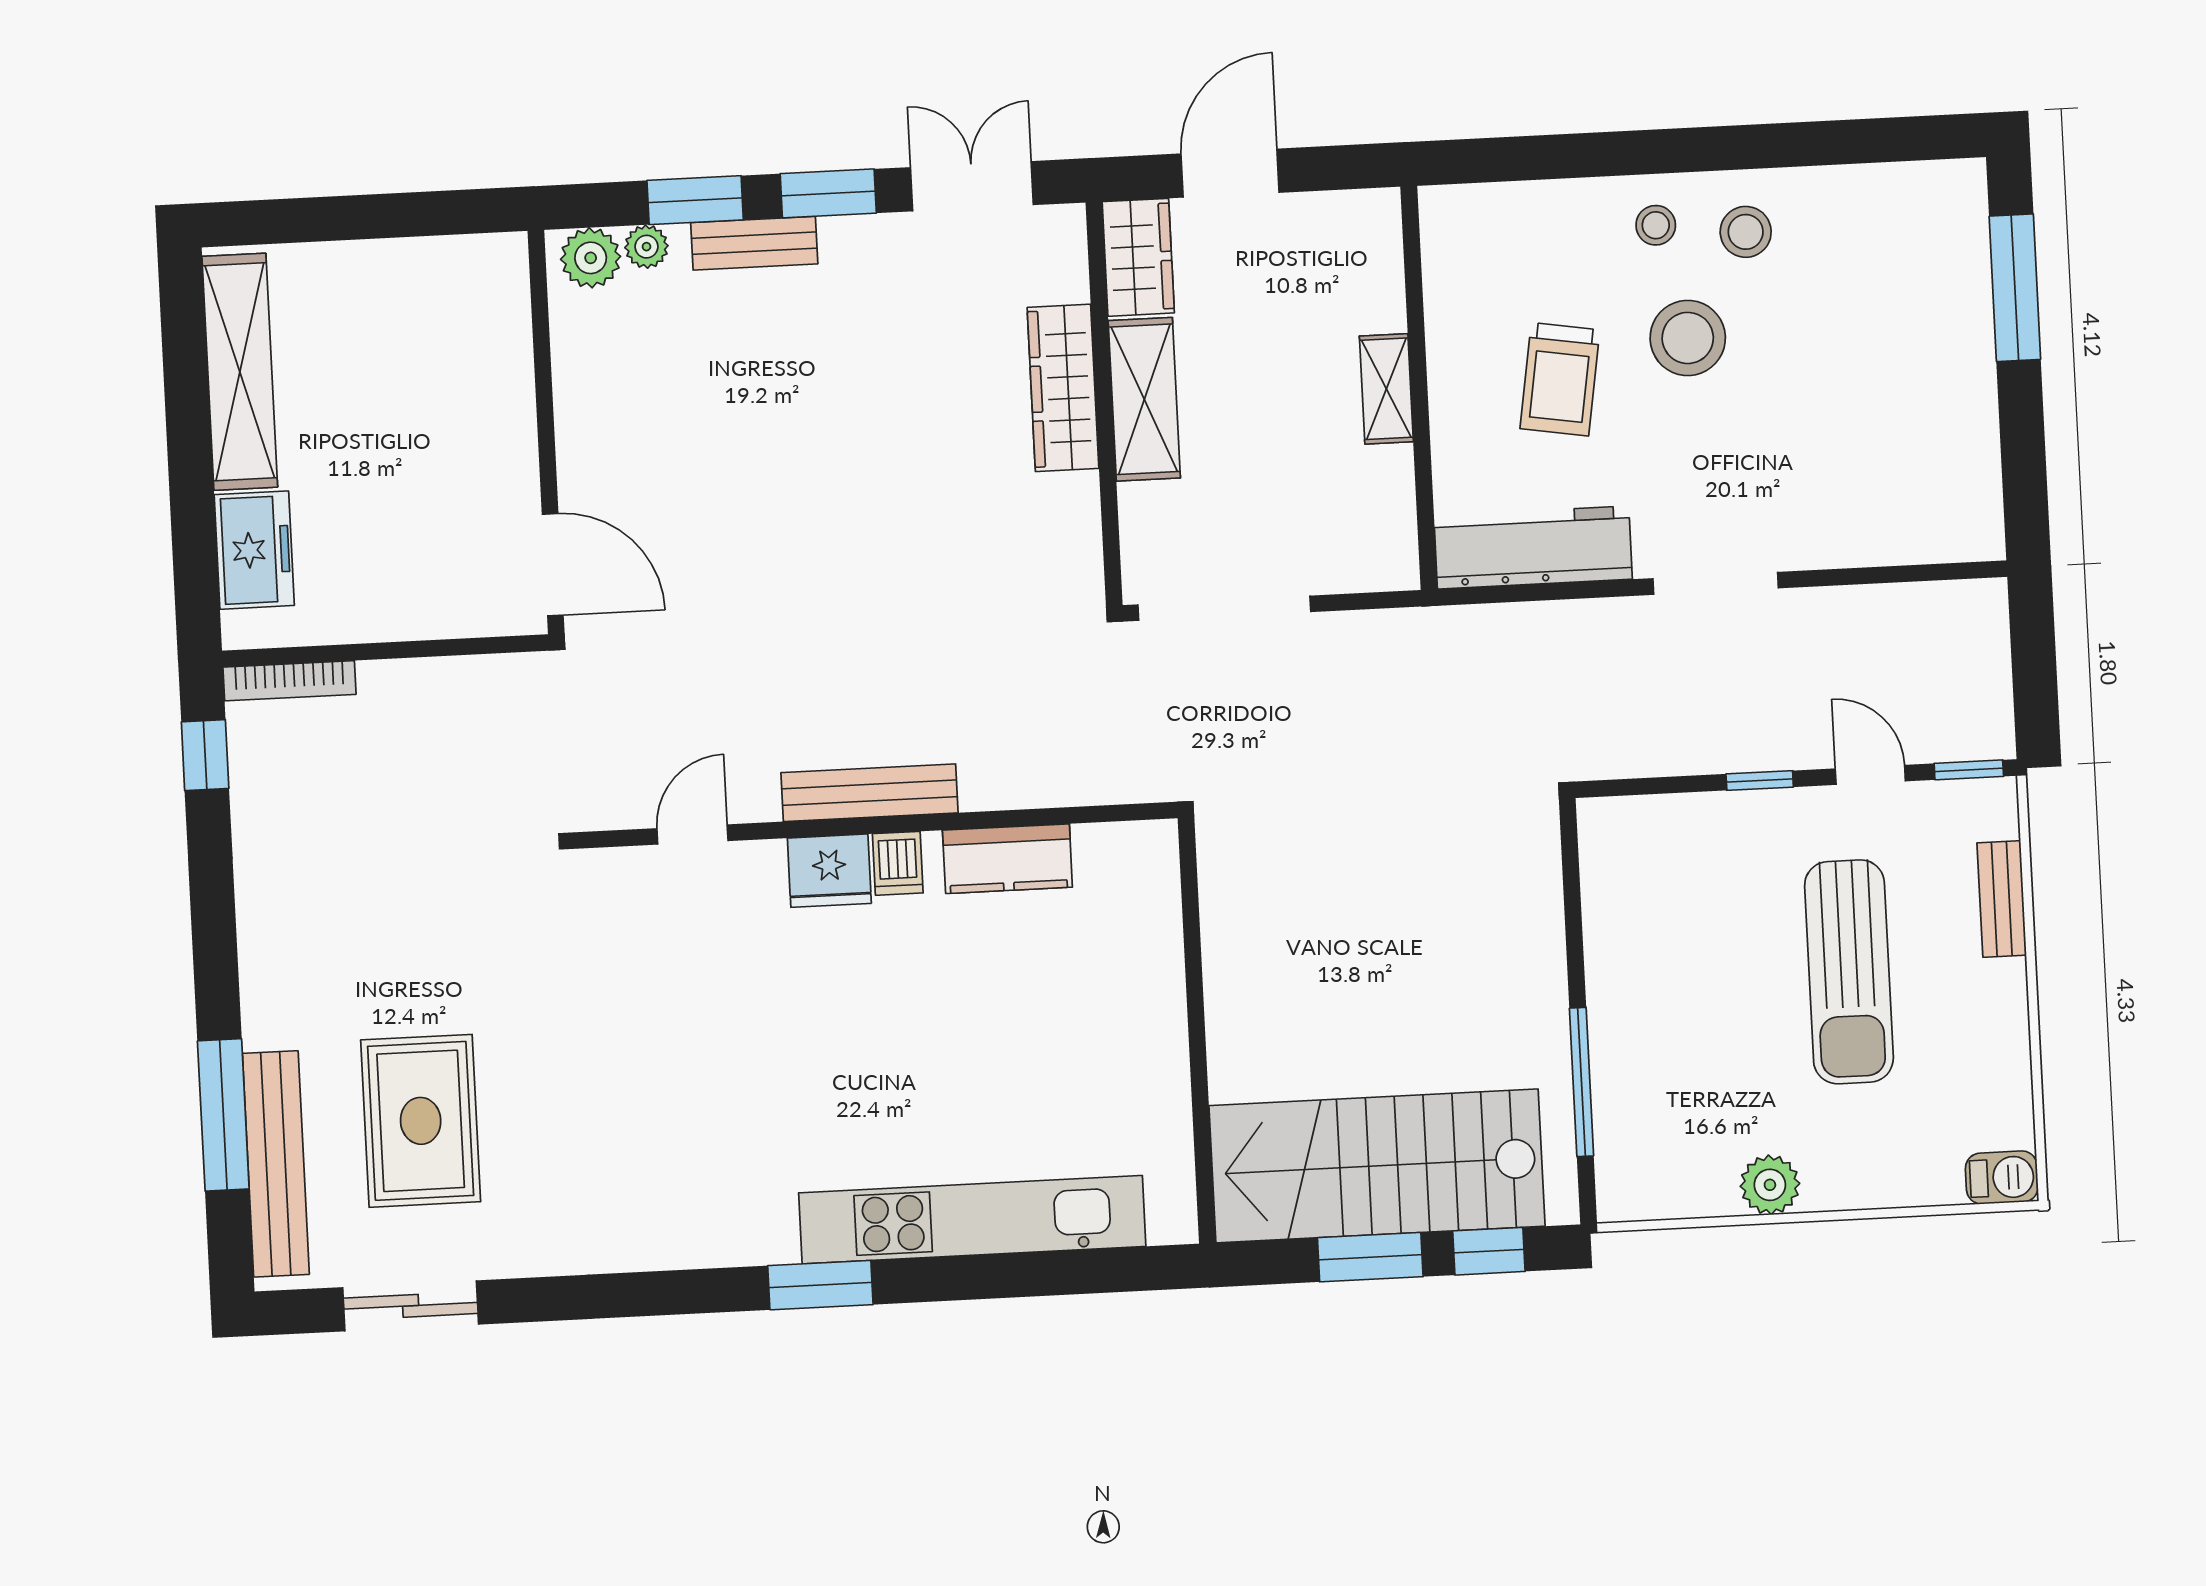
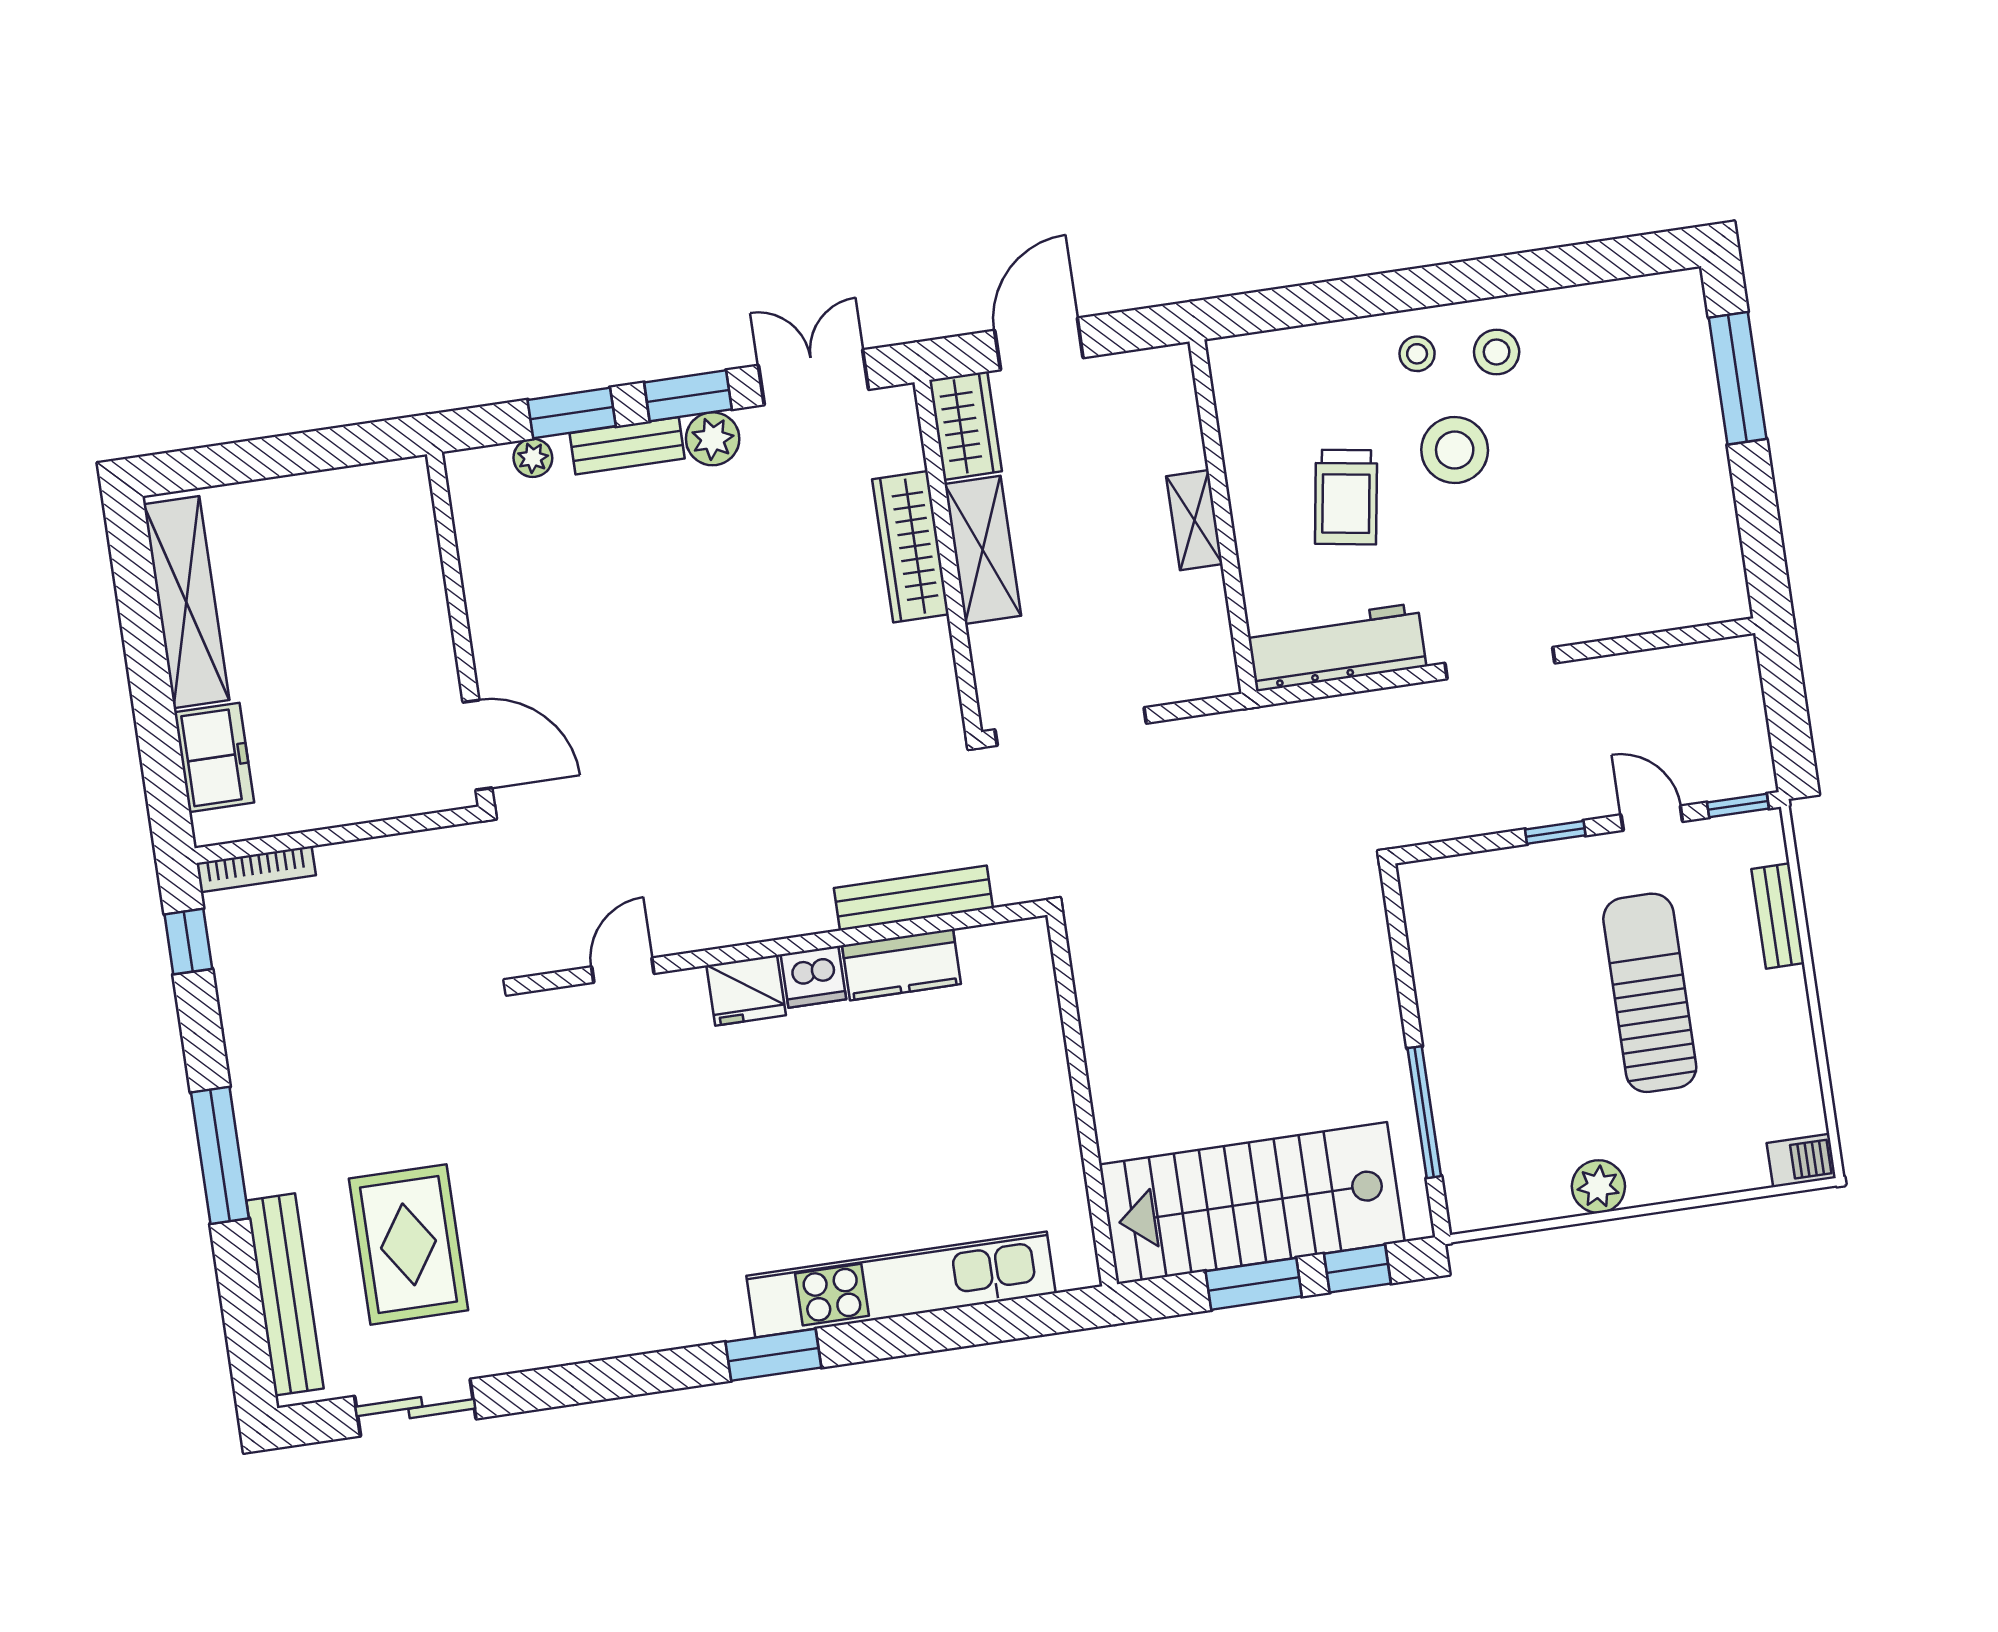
plant: (591, 258) -> (713, 439), moved
bench: (870, 793) -> (913, 898), moved
dishwasher: (898, 863) -> (813, 977), width x1.38
sun lounger: (1849, 972) -> (1650, 993), turned 180
window: (223, 1115) -> (220, 1155), moved

